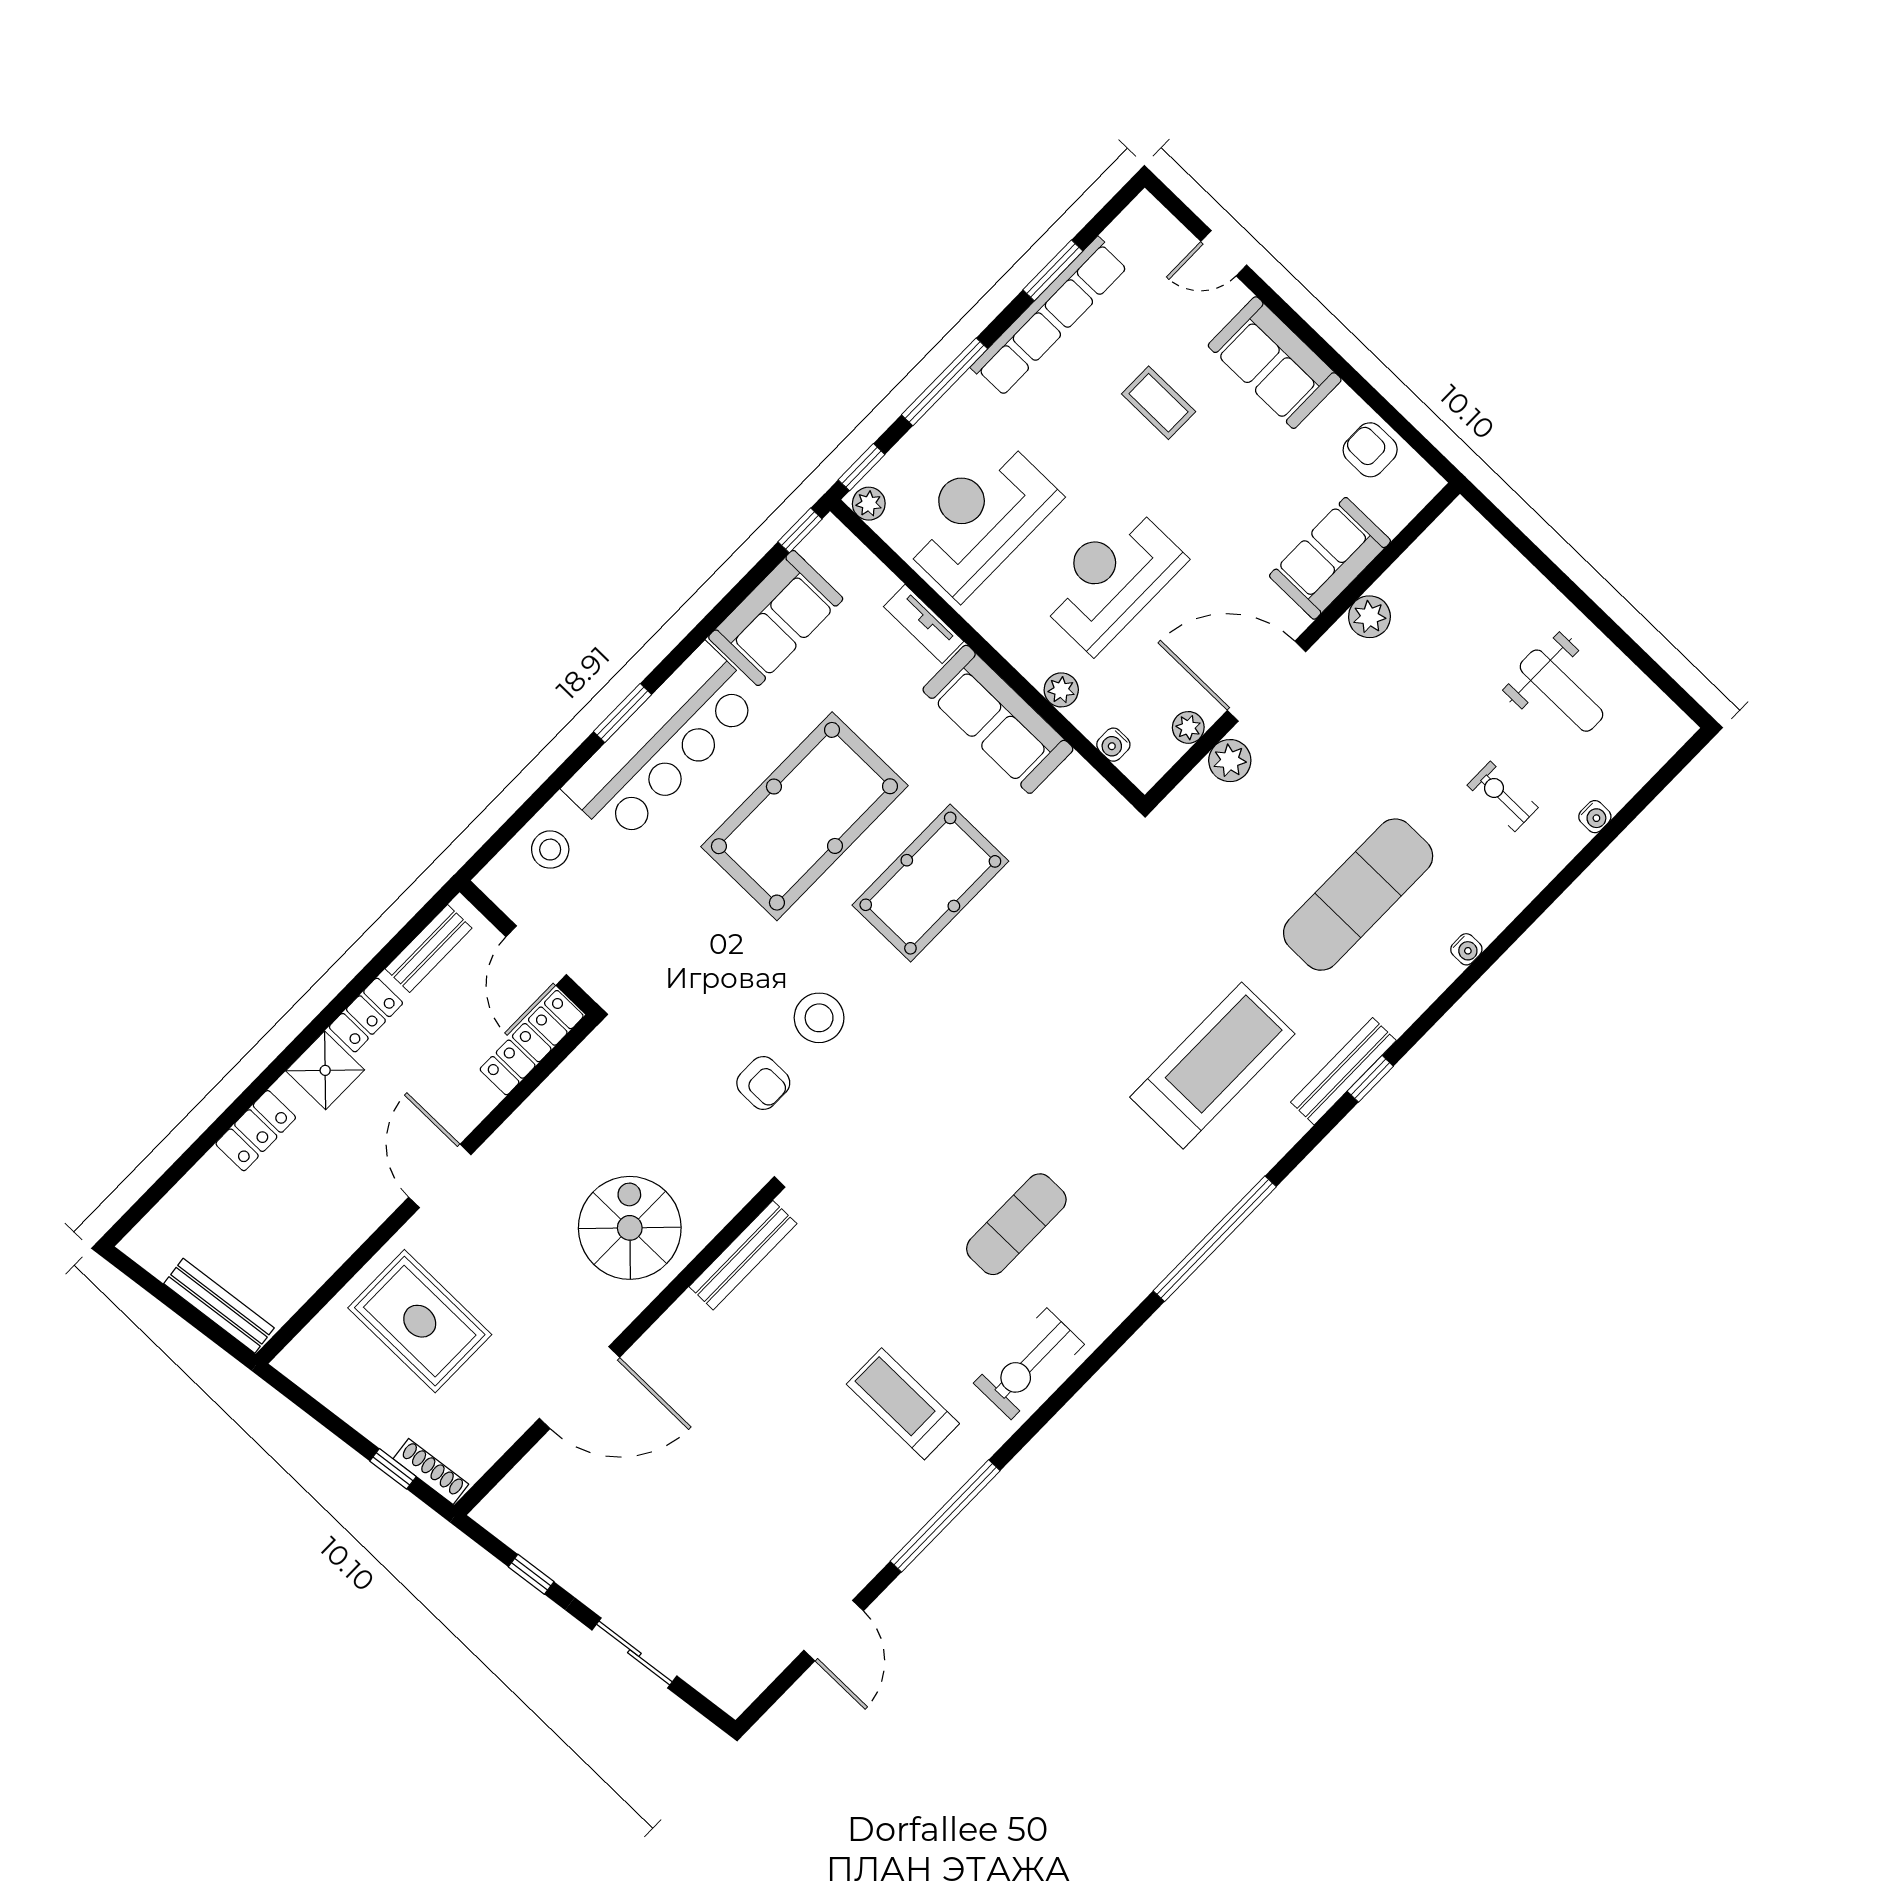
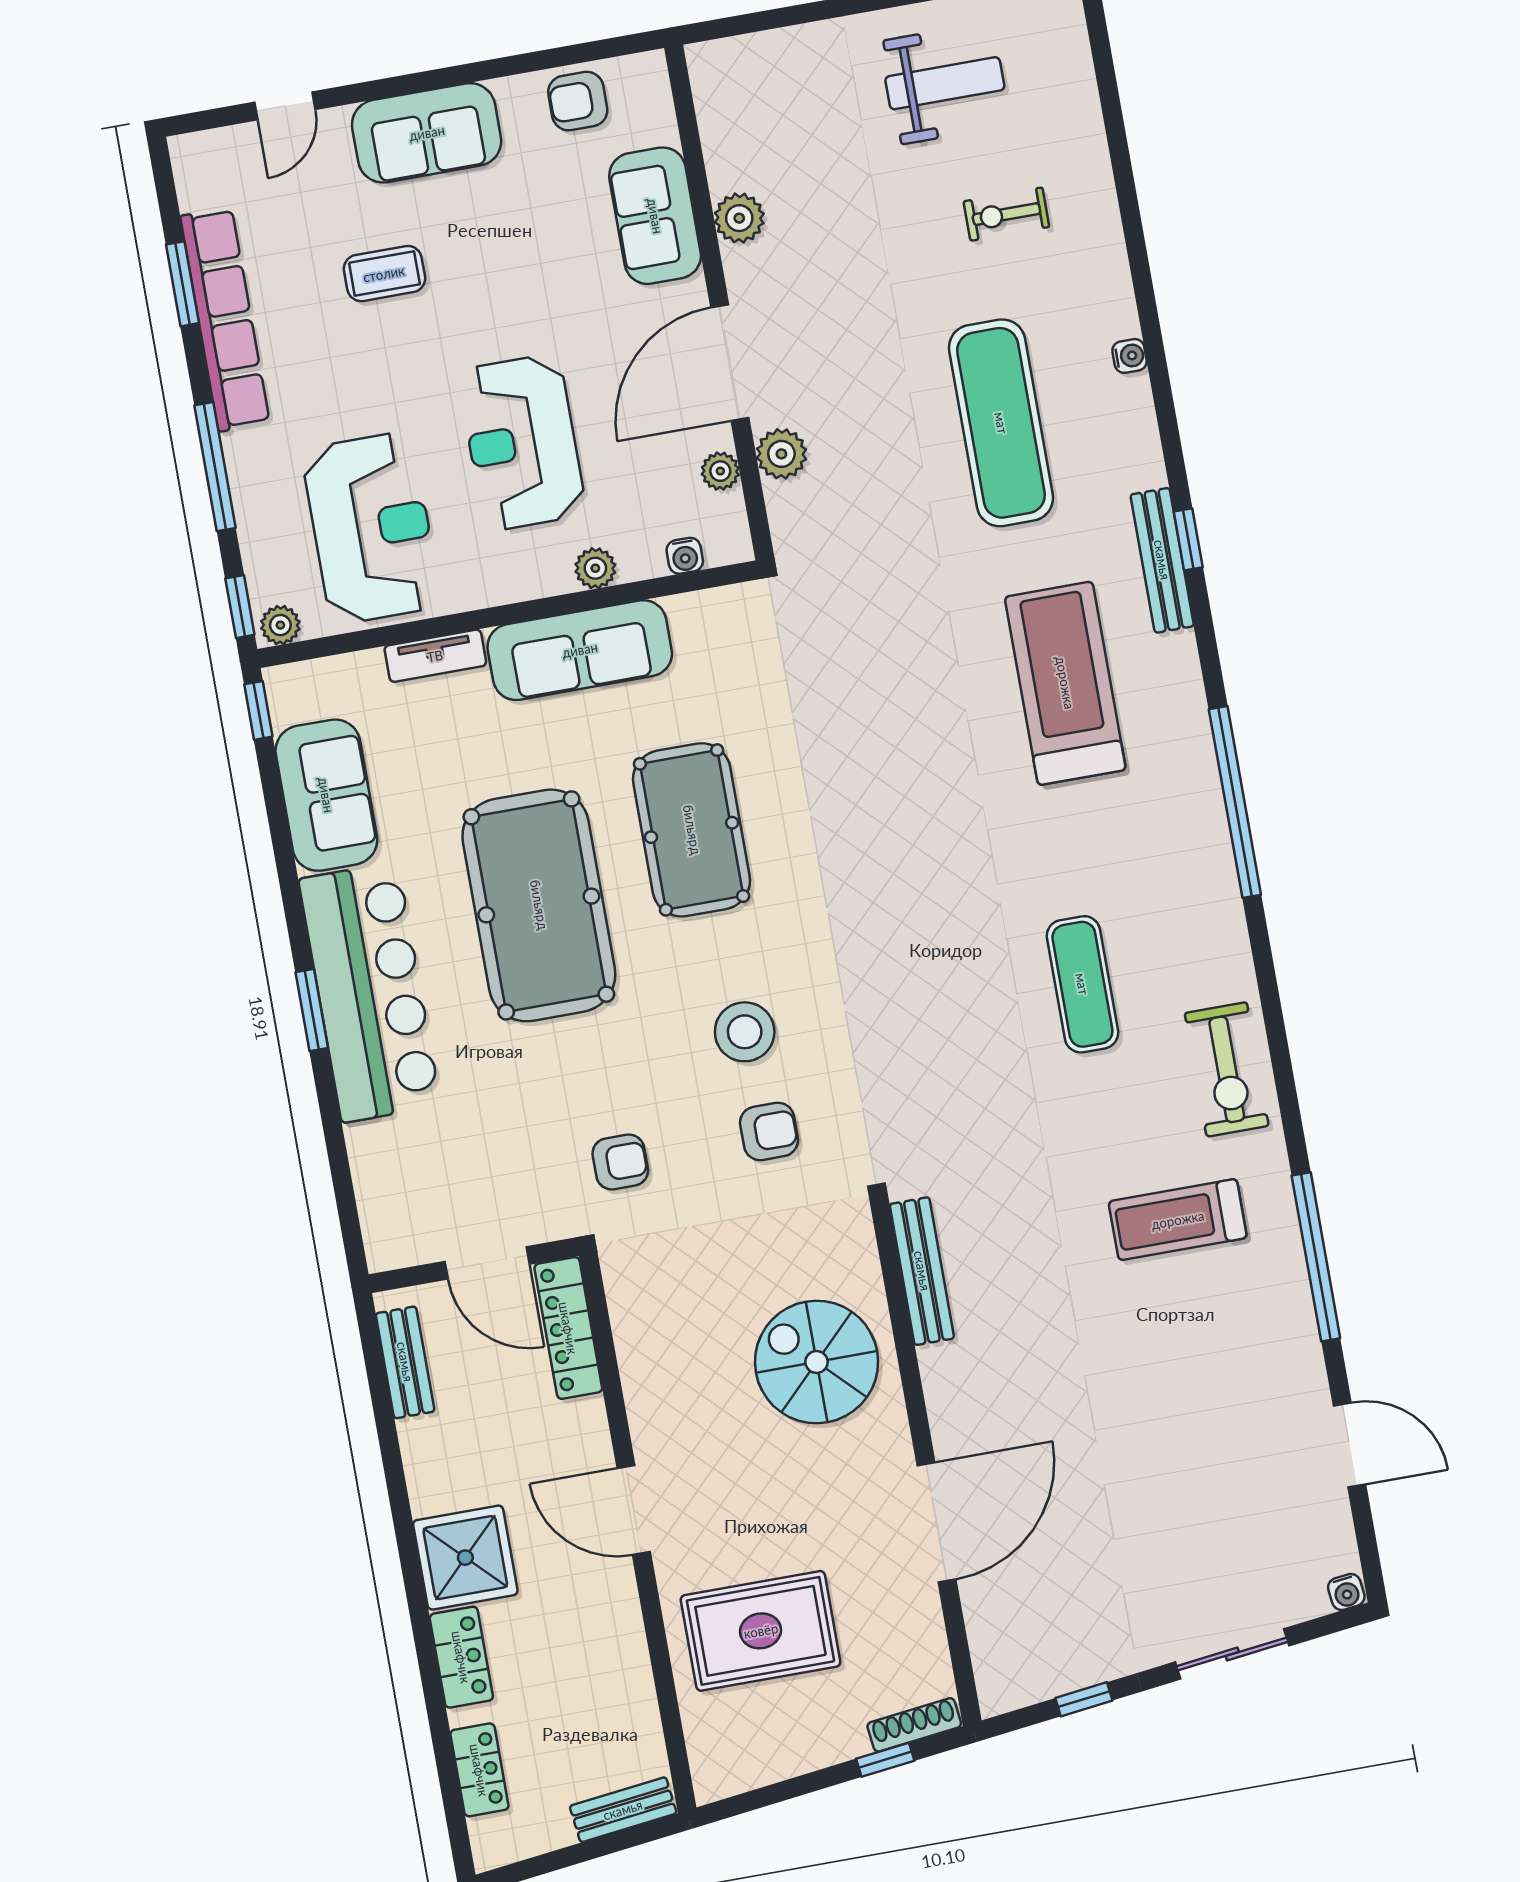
reception desk: (979, 518) -> (371, 528), turned 180
water cooler: (1595, 817) -> (1346, 1592), moved, turned 83
stool: (550, 850) -> (394, 1175), removed
armchair: (670, 997) -> (620, 1162), added
locker: (366, 1015) -> (479, 1770), moved
shower: (325, 1070) -> (465, 1558), width x1.36, depth x1.36
bench: (219, 1306) -> (623, 1810), width x0.73

